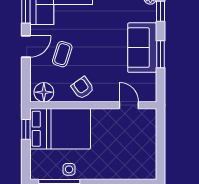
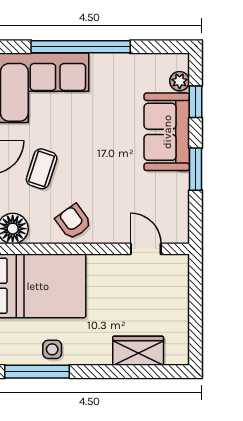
sofa: (142, 48) -> (167, 132), moved
wardrobe: (124, 170) -> (138, 351), added

